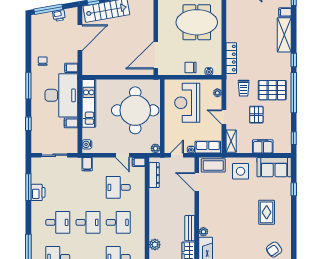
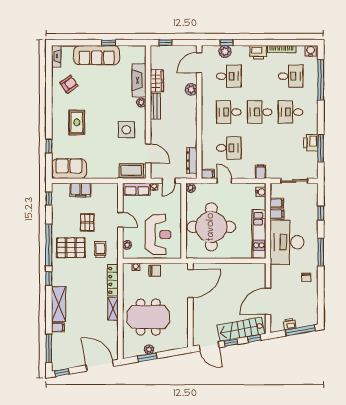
filing cabinet: (71, 68) -> (277, 203), moved
shelving: (231, 141) -> (113, 309), moved
side table: (241, 171) -> (126, 130), moved

